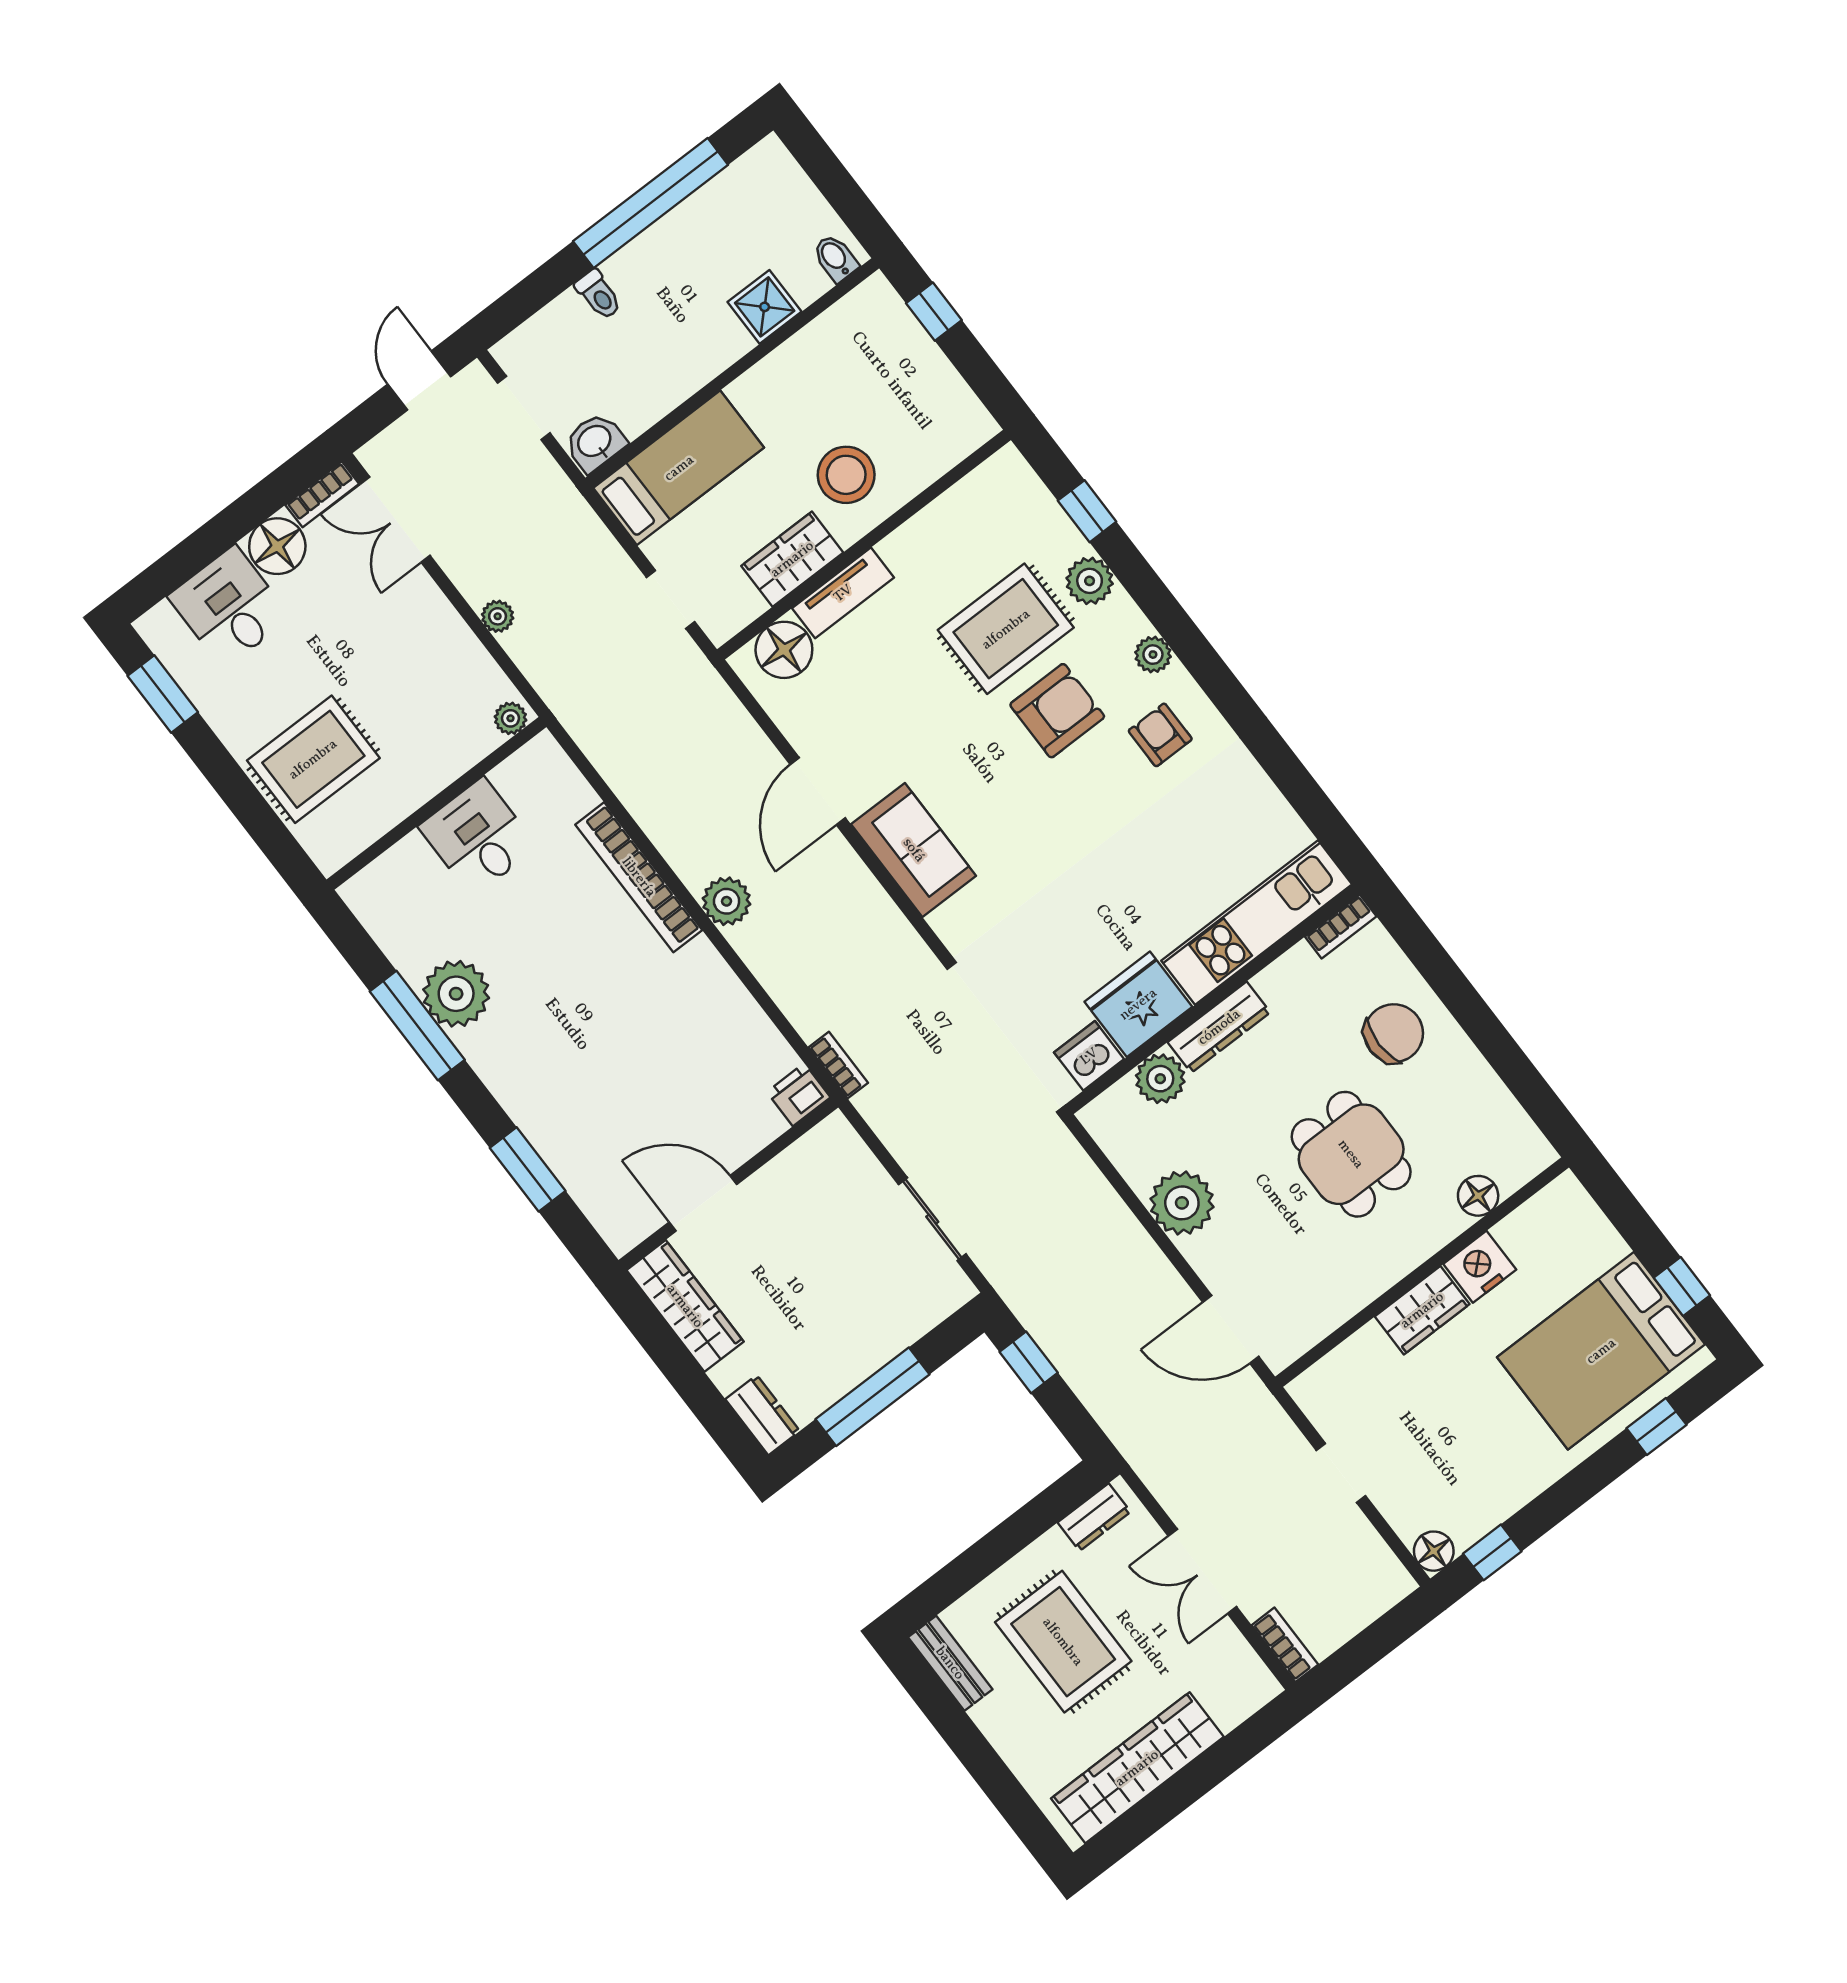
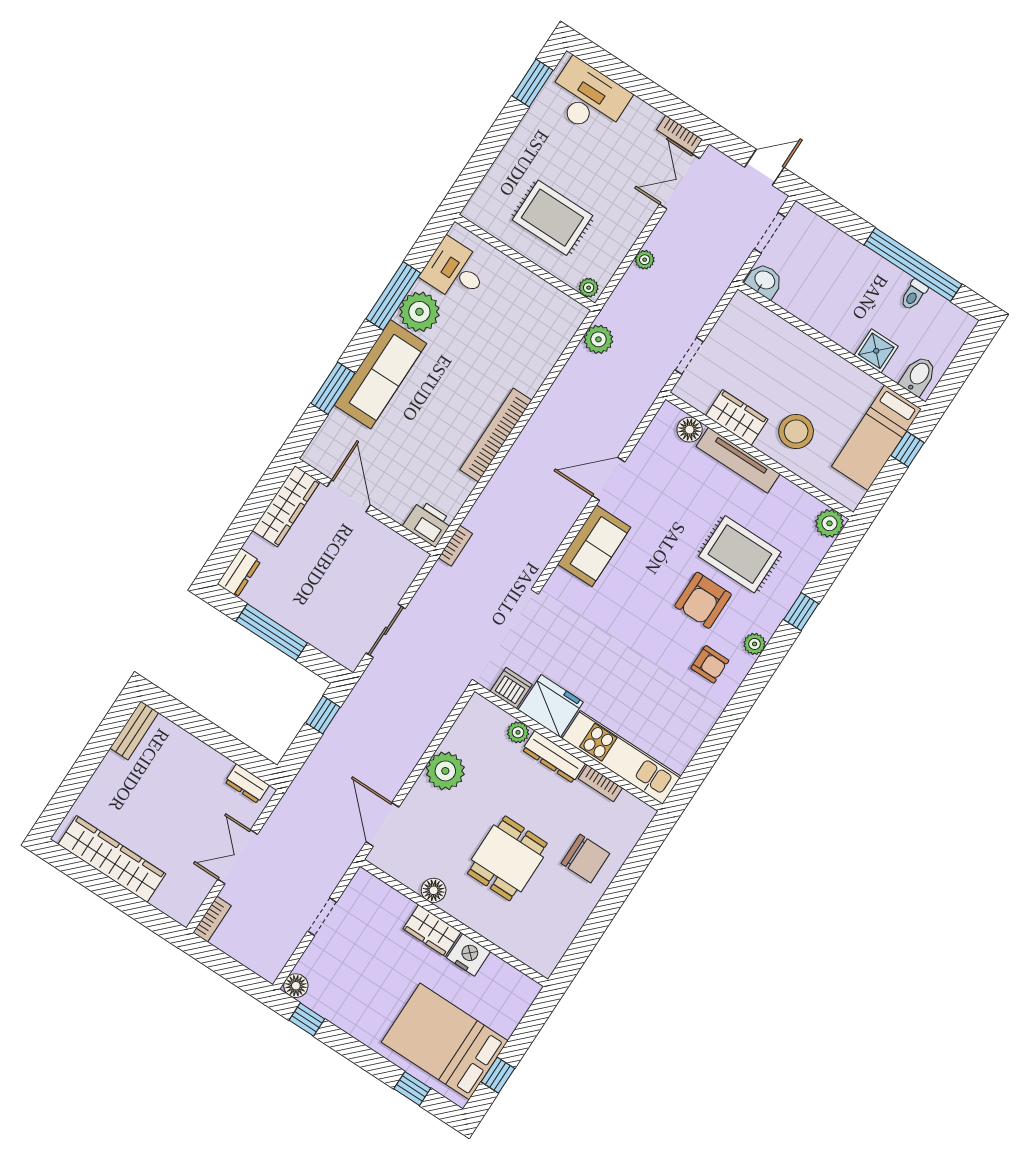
bidet: (835, 258) -> (918, 376), width x1.38, depth x1.36
toilet: (599, 295) -> (914, 295), moved
bed: (679, 468) -> (876, 438), moved, turned 90
window: (1087, 511) -> (801, 612), moved
floor lamp: (277, 546) -> (641, 119), removed
plant: (1090, 581) -> (829, 523), moved
tv unit: (843, 593) -> (738, 460), width x1.41
desk: (229, 607) -> (588, 98), width x1.37
floor lamp: (784, 650) -> (690, 430), width x0.73, depth x0.73
armchair: (1057, 711) -> (703, 600), turned 90
armchair: (1160, 735) -> (710, 664), turned 90
rug: (313, 759) -> (552, 218), moved
desk: (478, 837) -> (455, 271), moved, turned -90
bookcase: (639, 877) -> (496, 435), moved
plant: (727, 901) -> (598, 339), moved
bookcase: (1341, 927) -> (600, 783), moved
plant: (1160, 1079) -> (518, 732), width x0.73, depth x0.73
sofa: (532, 1088) -> (380, 374), added
printer: (799, 1095) -> (428, 523), width x1.36, depth x1.24
floor lamp: (1478, 1196) -> (434, 890), moved
rug: (1063, 1642) -> (169, 791), removed

